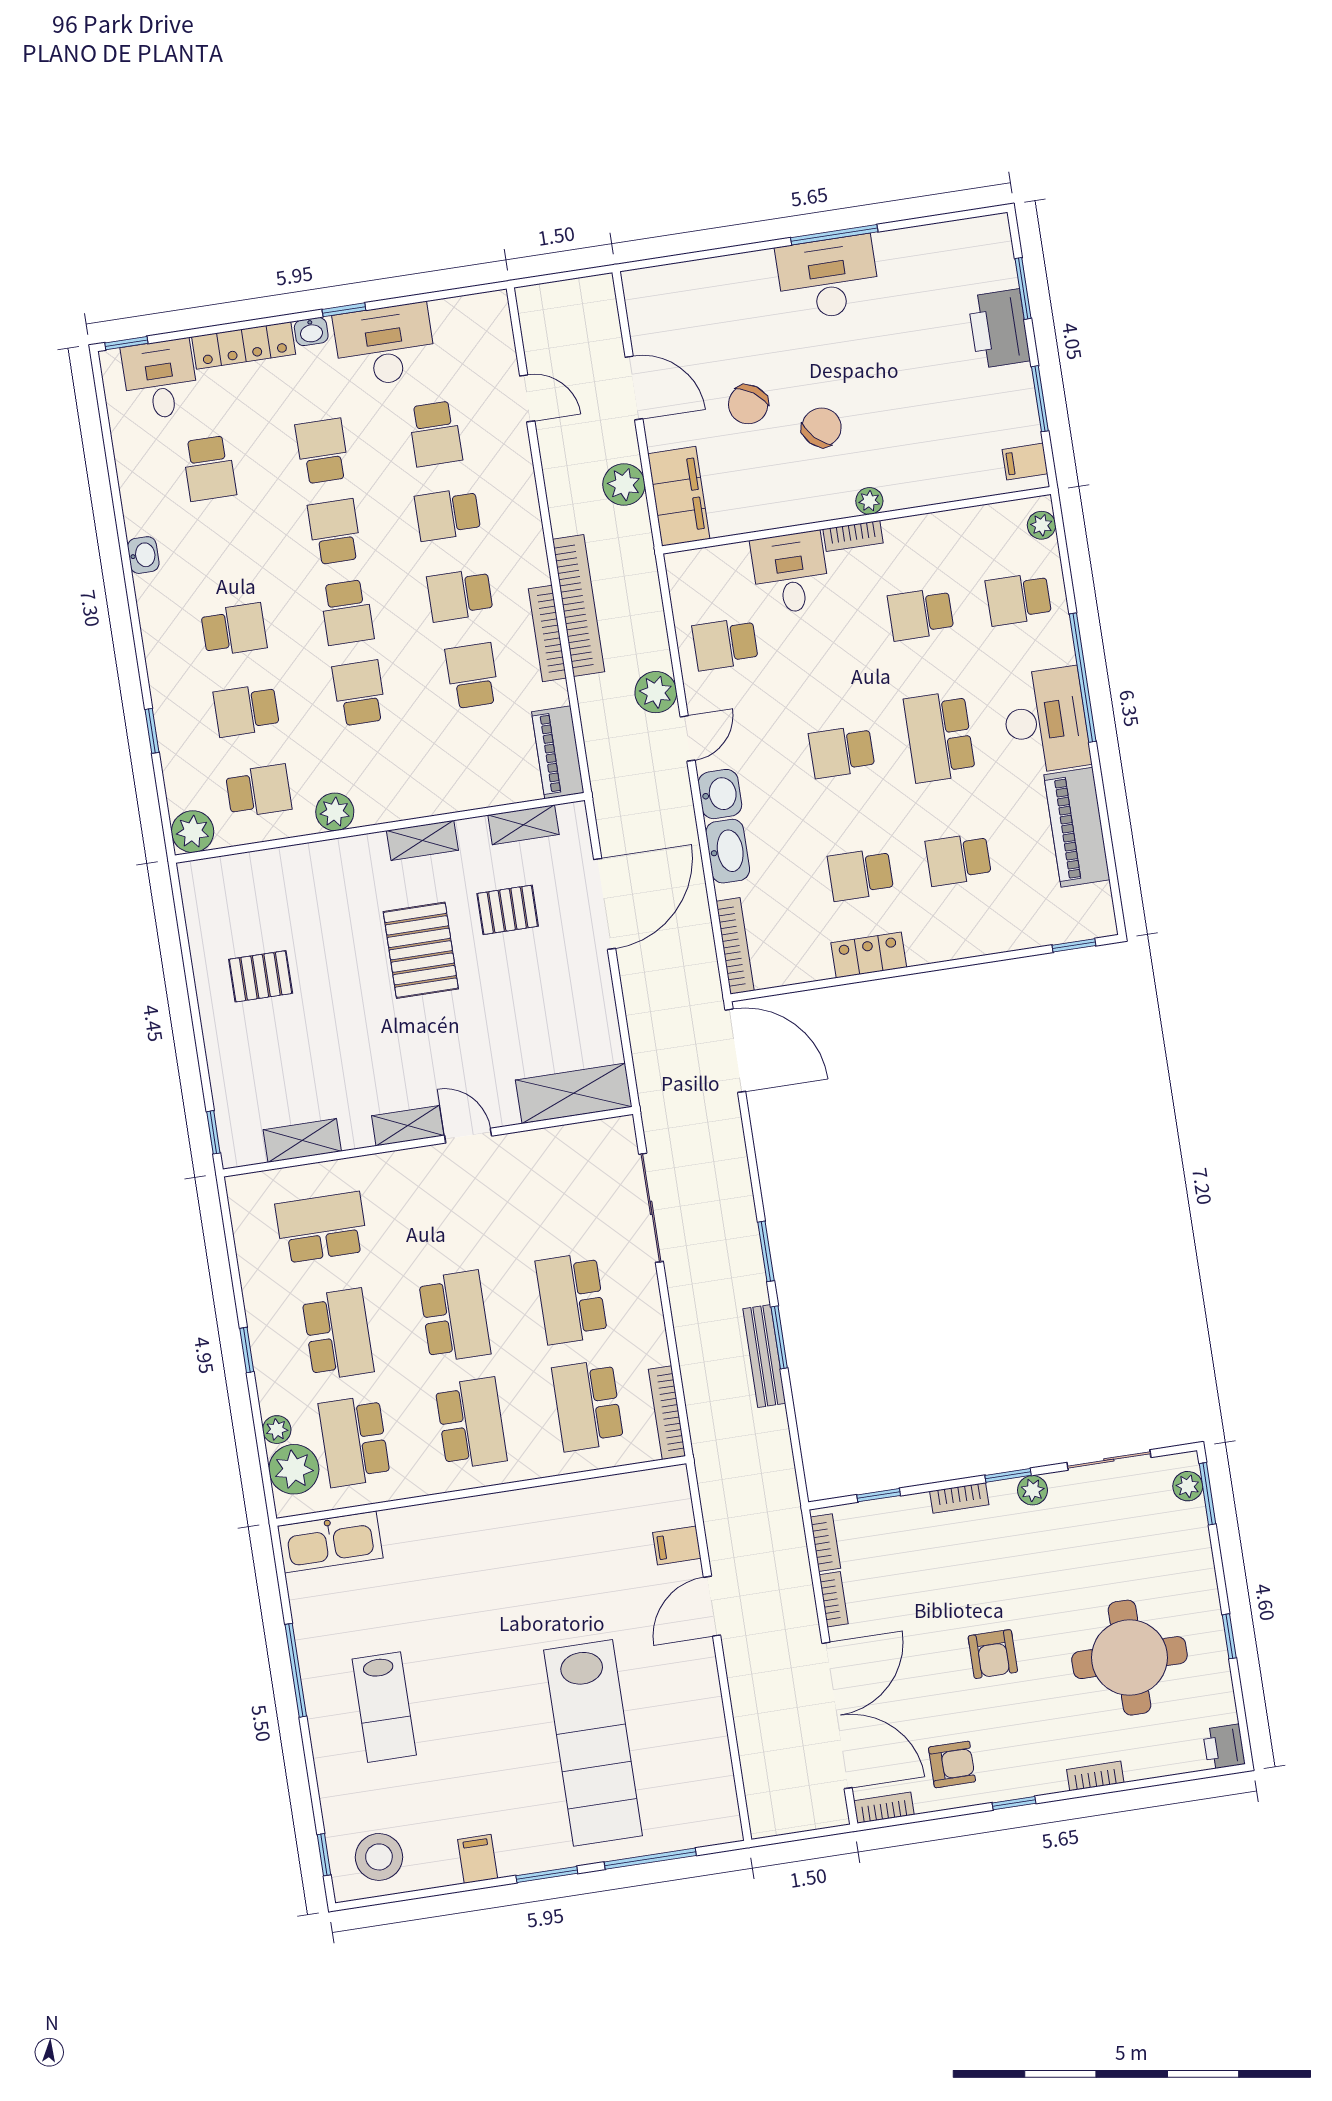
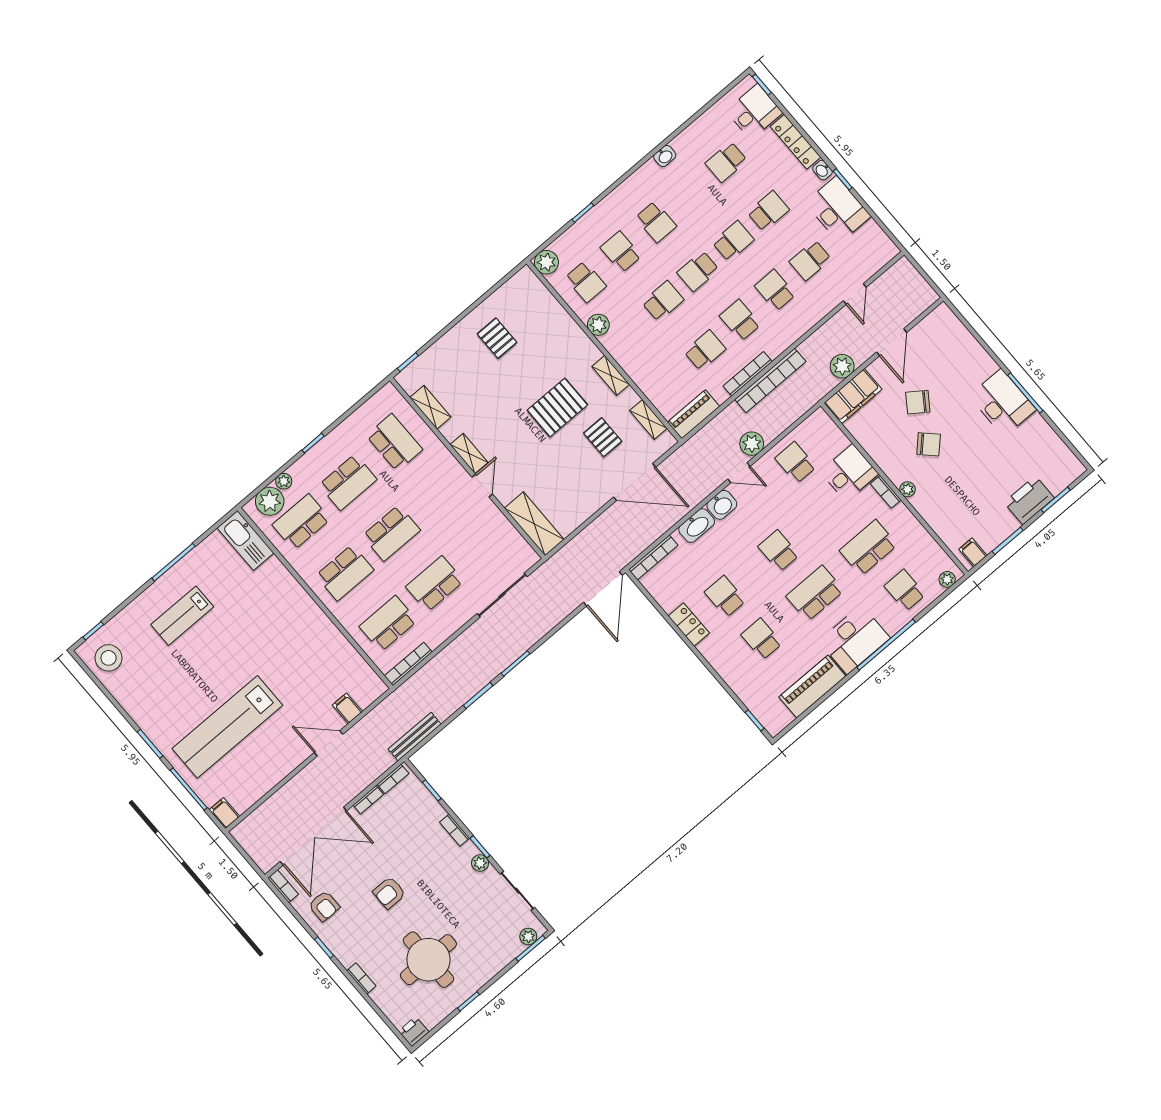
school desk: (921, 614) -> (868, 548), width x1.85
bench: (764, 1356) -> (415, 737), moved
filing cabinet: (478, 1859) -> (224, 813), moved, turned -90

